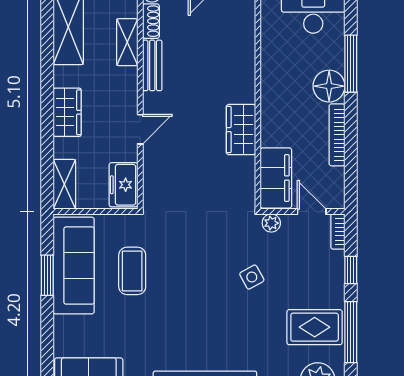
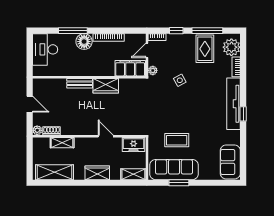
bench: (152, 65) -> (80, 83), moved

